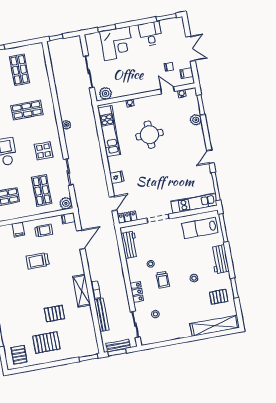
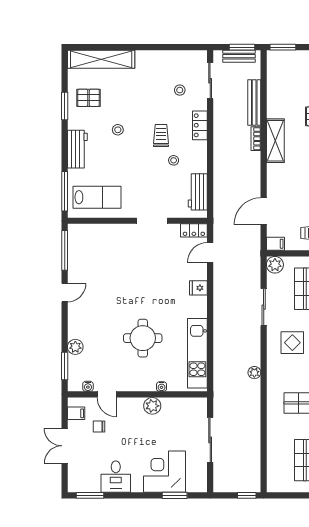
plant: (106, 93) -> (152, 406), moved
kitchen unit: (194, 203) -> (99, 233), removed

